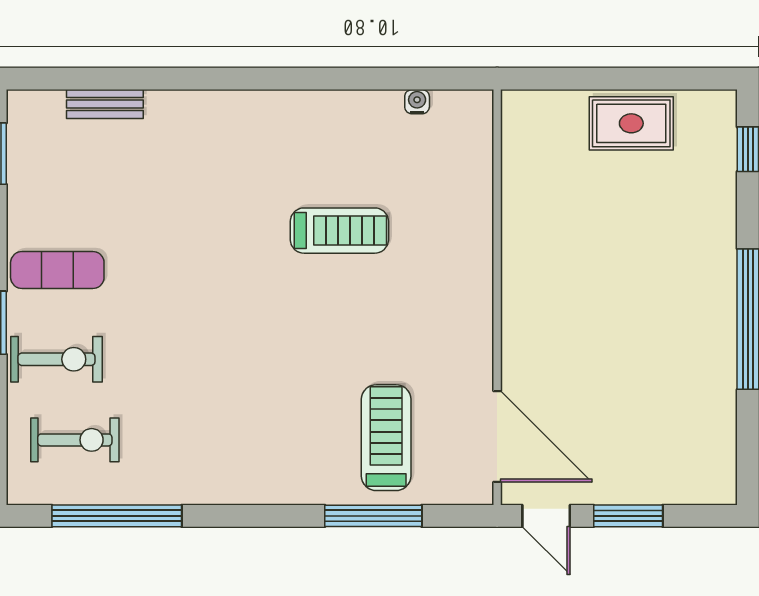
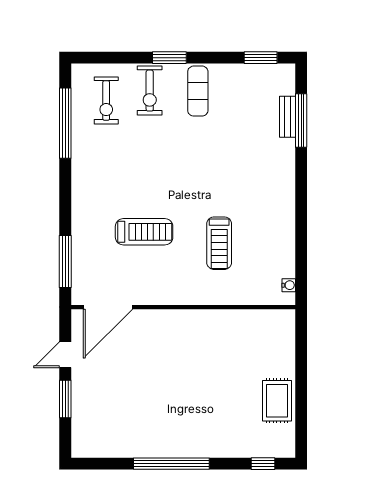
window: (112, 79) -> (301, 120), added
wall: (497, 297) -> (183, 307), moved
door: (497, 437) -> (108, 307), moved
treadmill: (386, 438) -> (144, 232), moved

